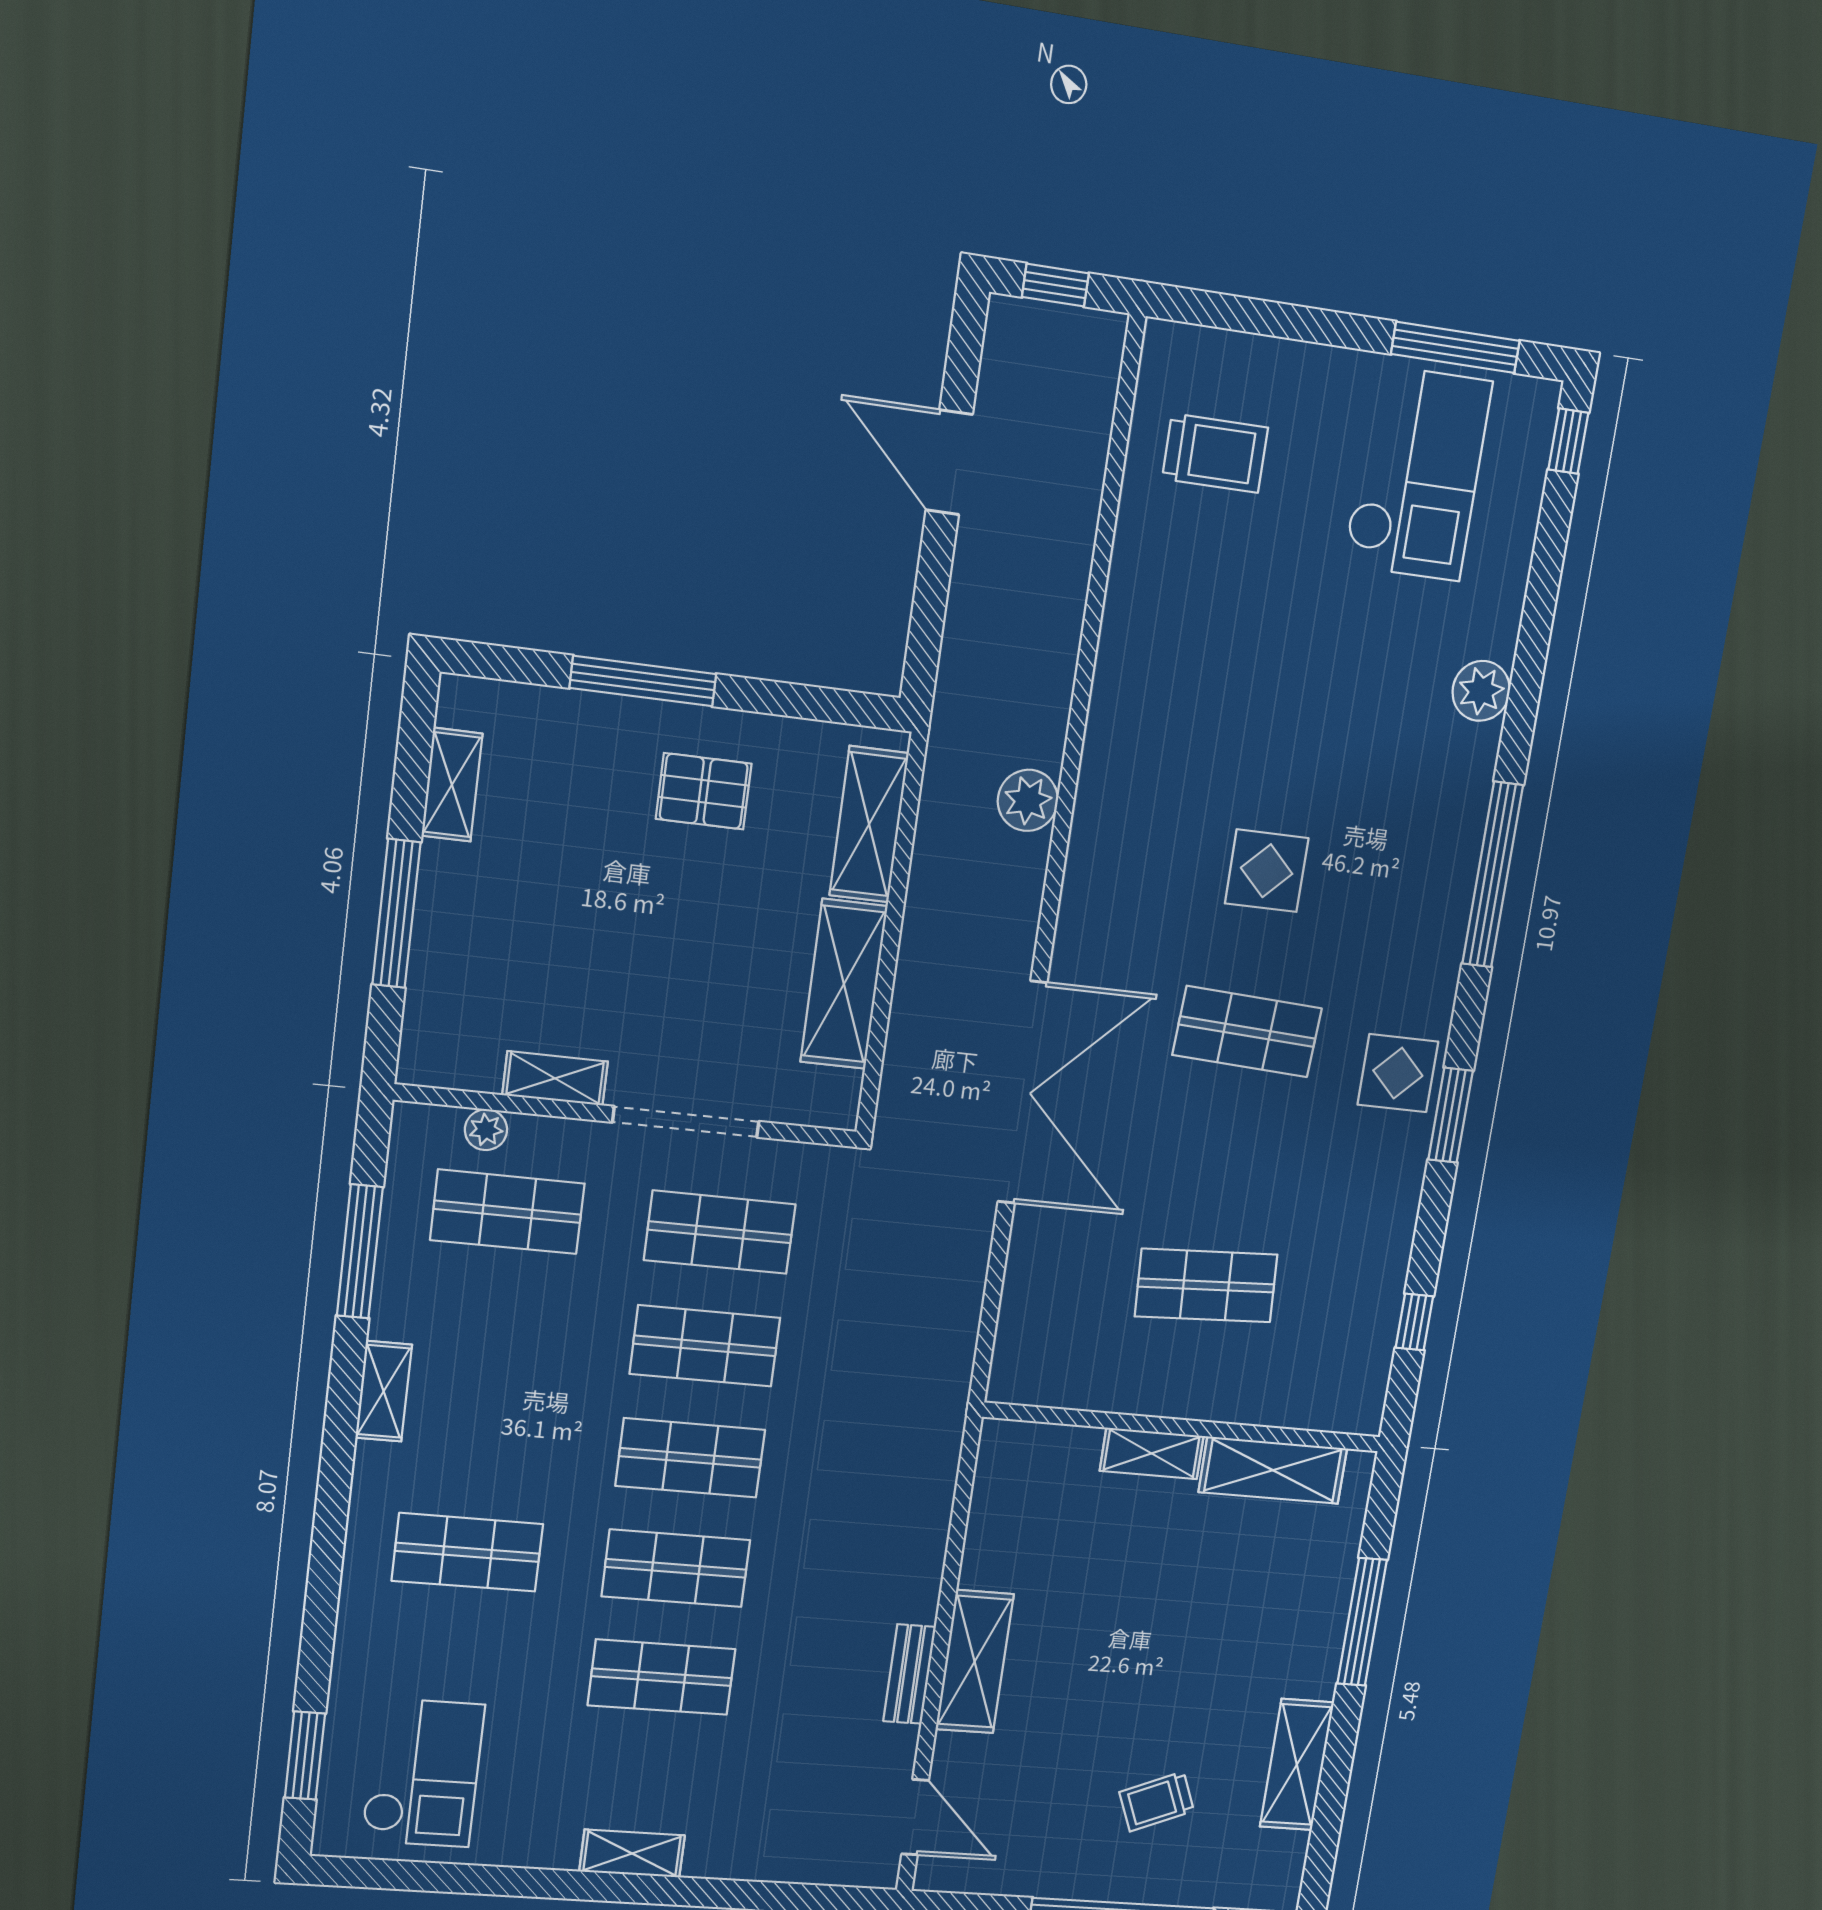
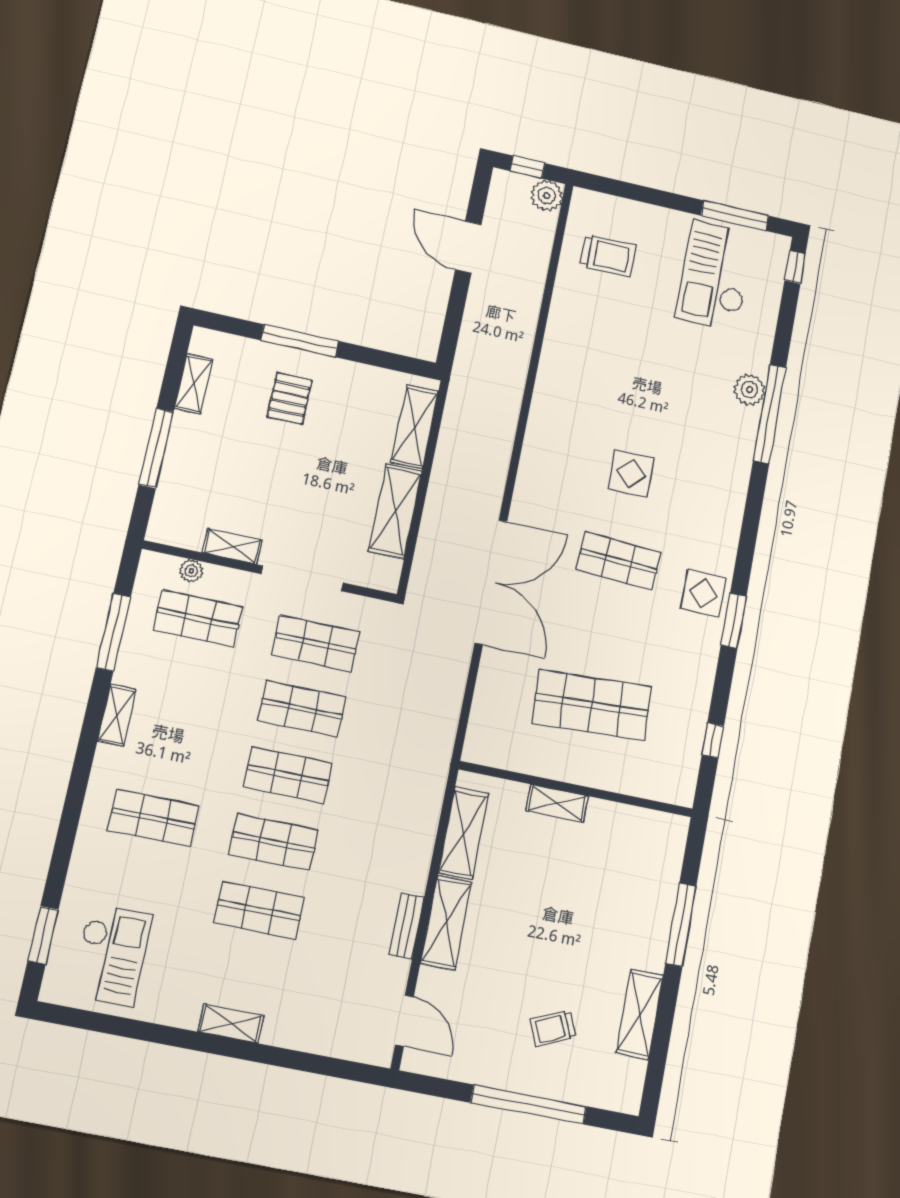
checkout: (1417, 473) -> (715, 276), turned 180
pallet: (704, 791) -> (290, 398), moved, turned 90
plant: (1028, 800) -> (547, 195), moved
window: (1493, 875) -> (770, 414), moved
shop shelf: (1206, 1285) -> (592, 705), width x1.43, depth x1.36
shelving: (1273, 1470) -> (463, 833), moved, turned 90

